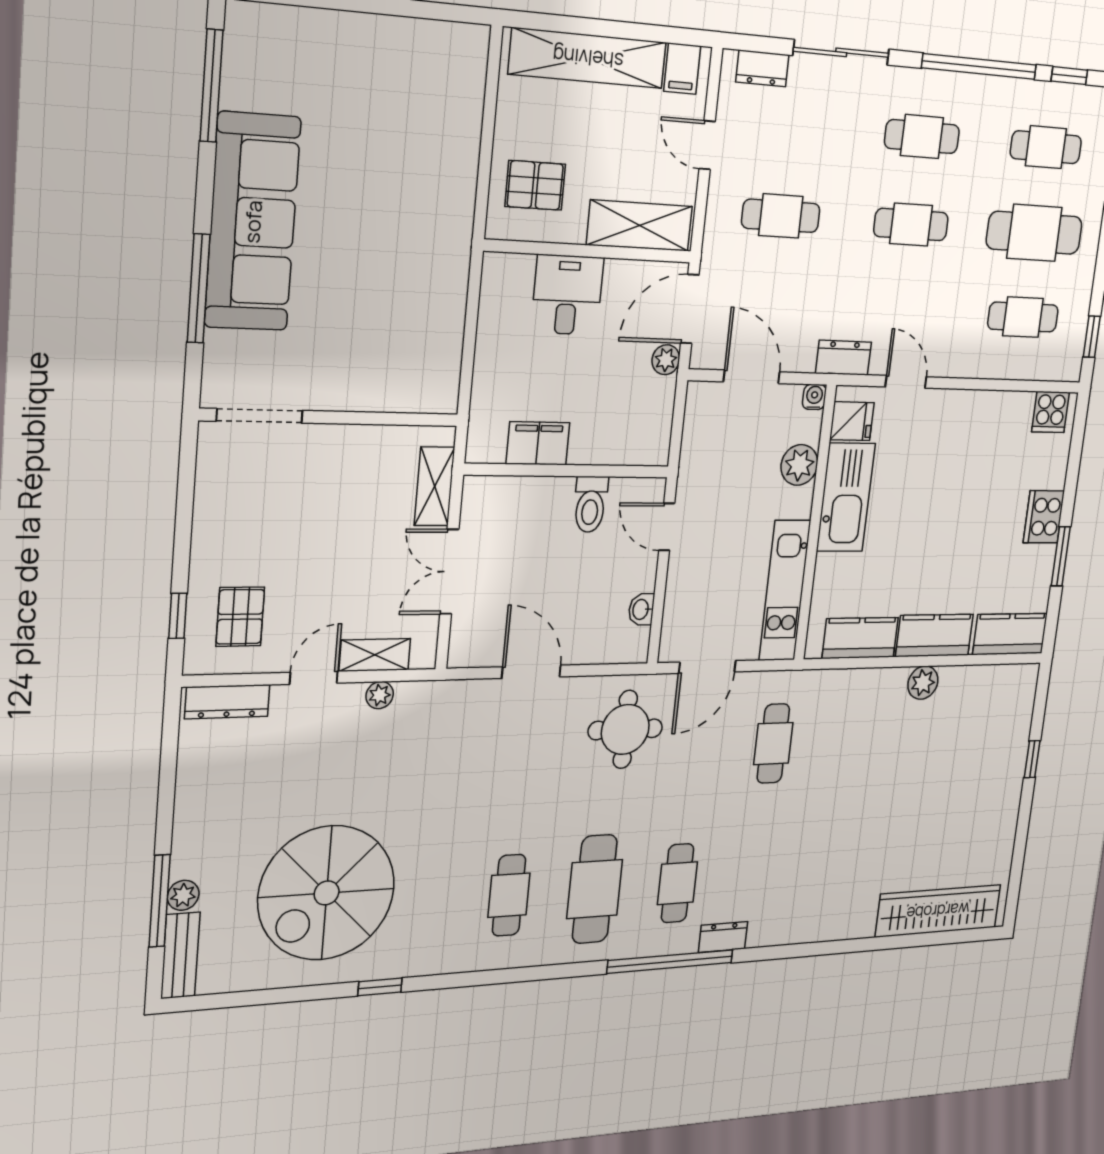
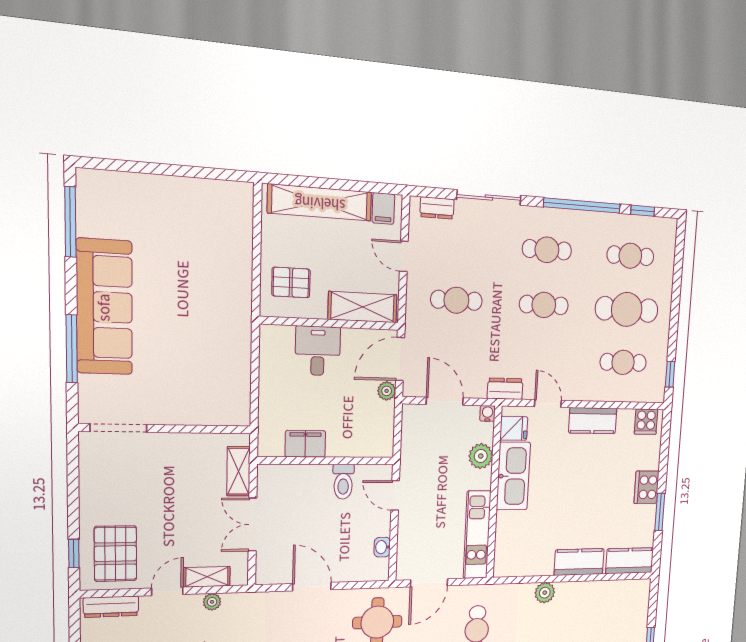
pallet: (240, 617) -> (115, 554), width x1.50, depth x1.42
kitchen counter: (860, 638) -> (593, 421), moved, turned 180
plant: (923, 683) -> (545, 593), moved

